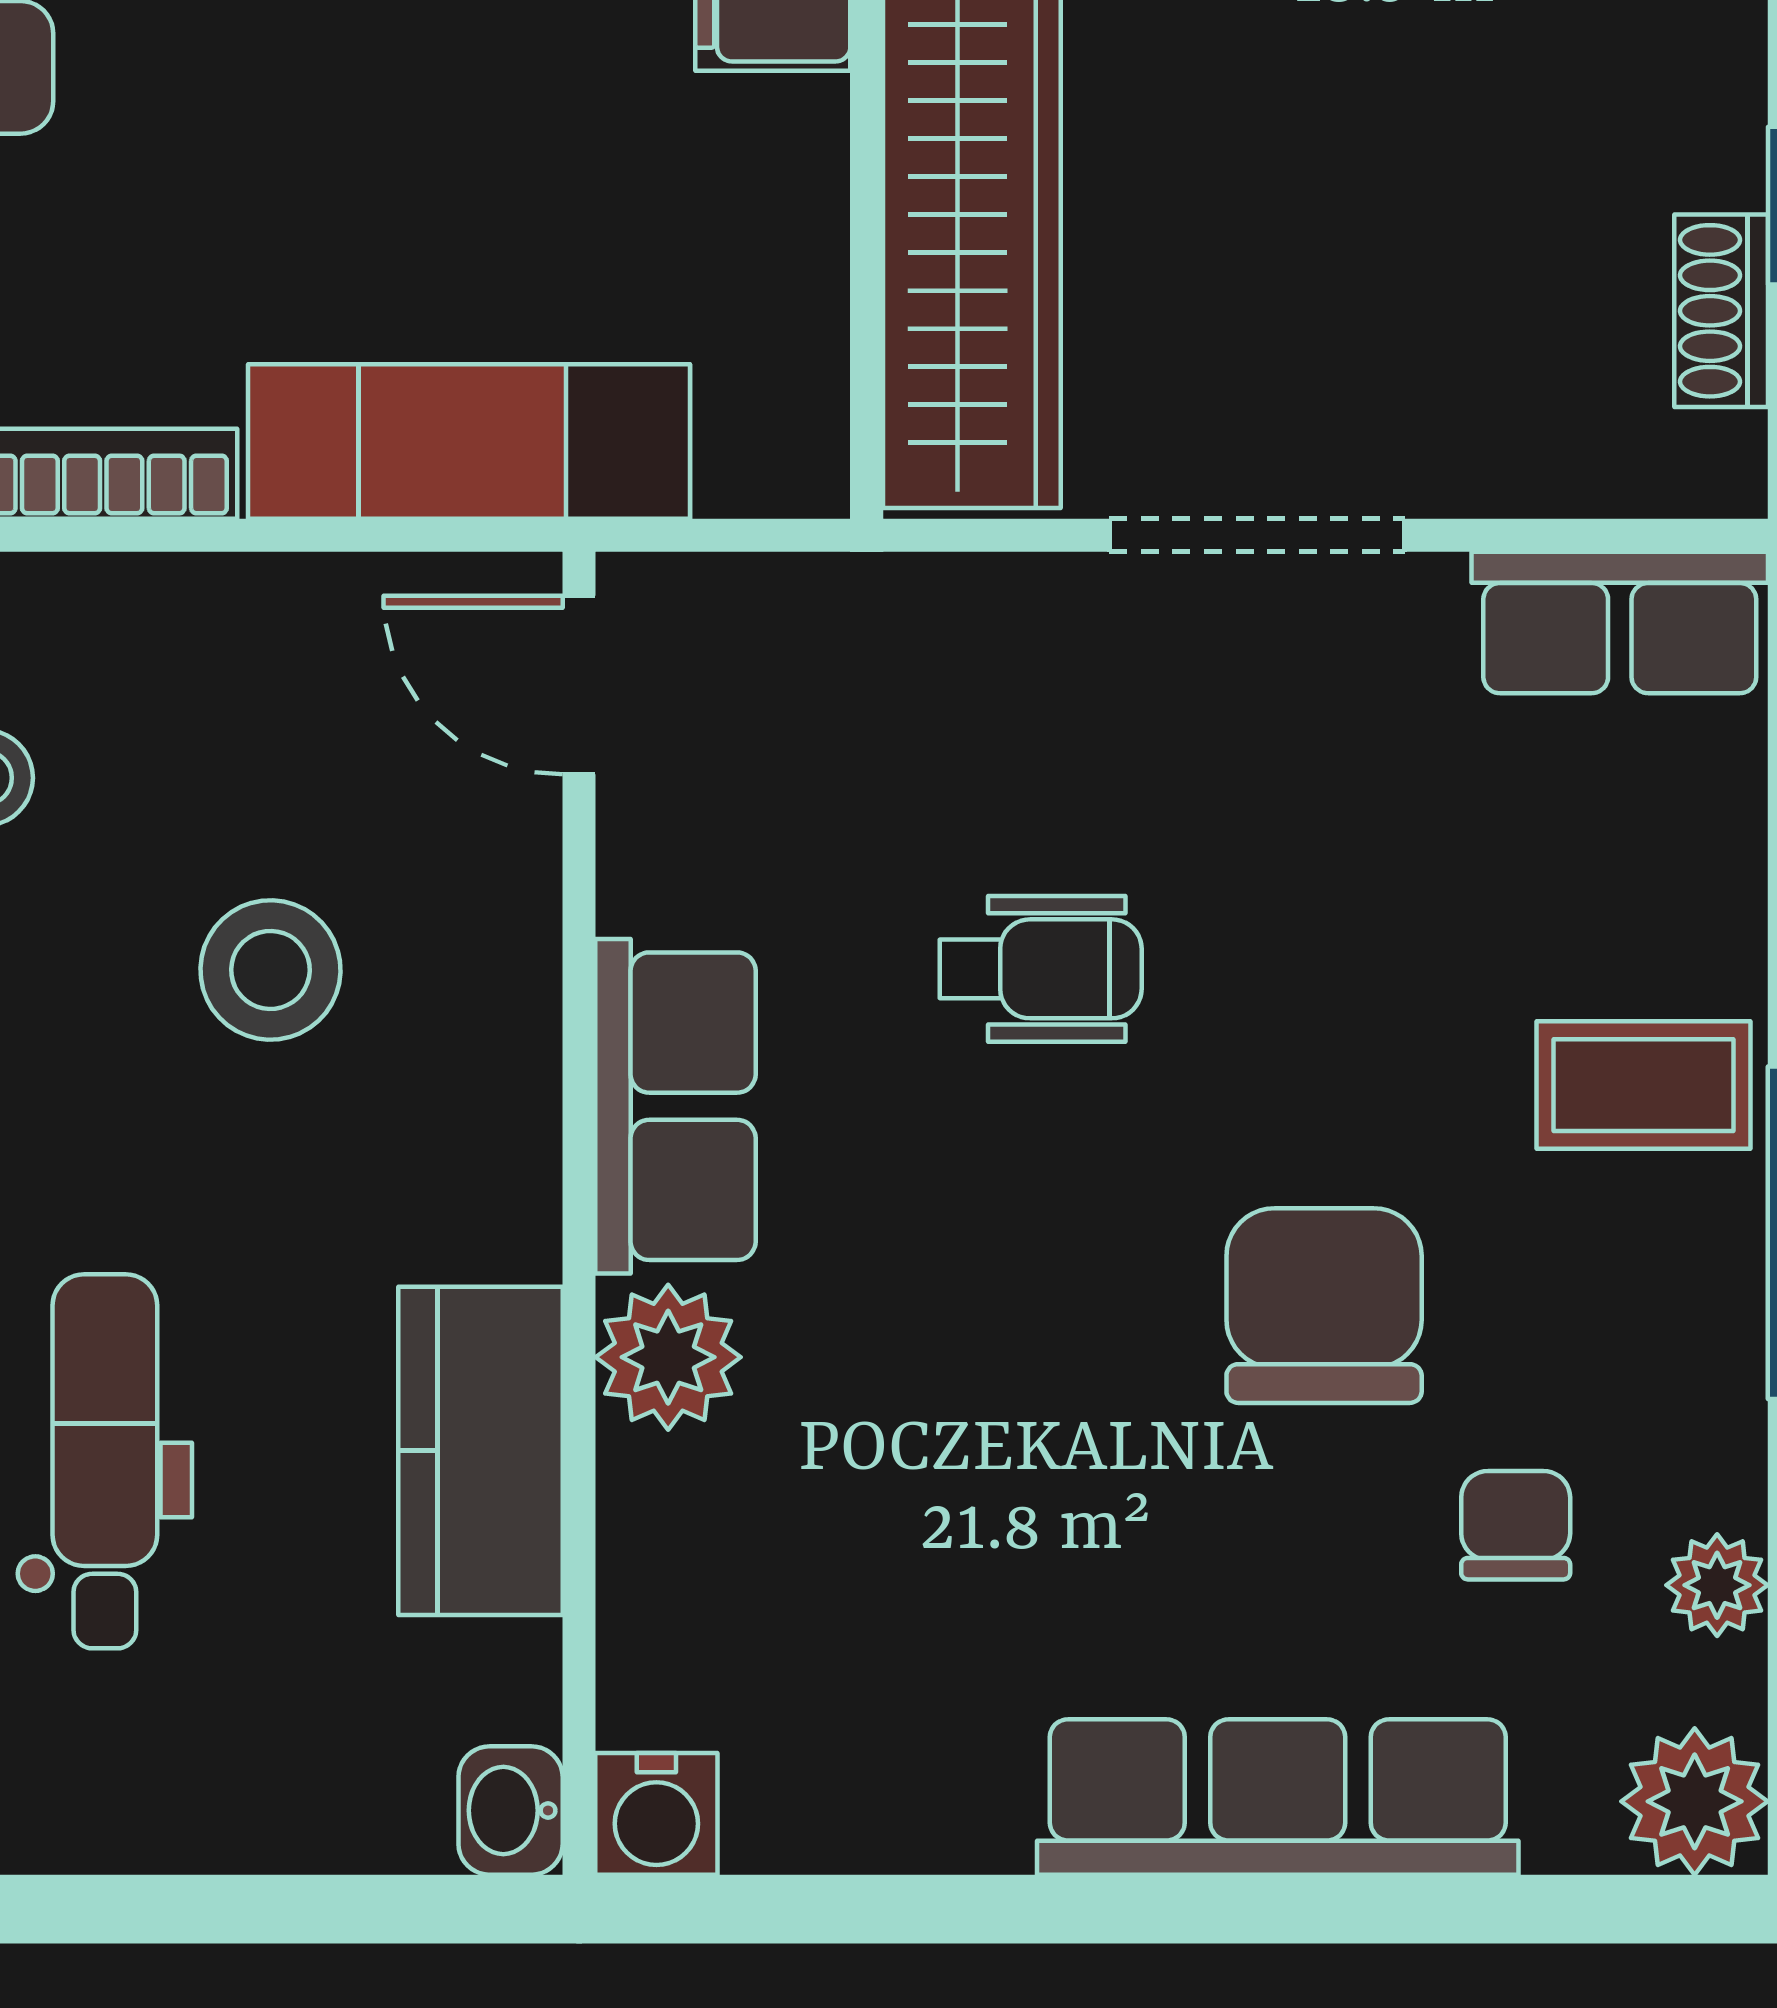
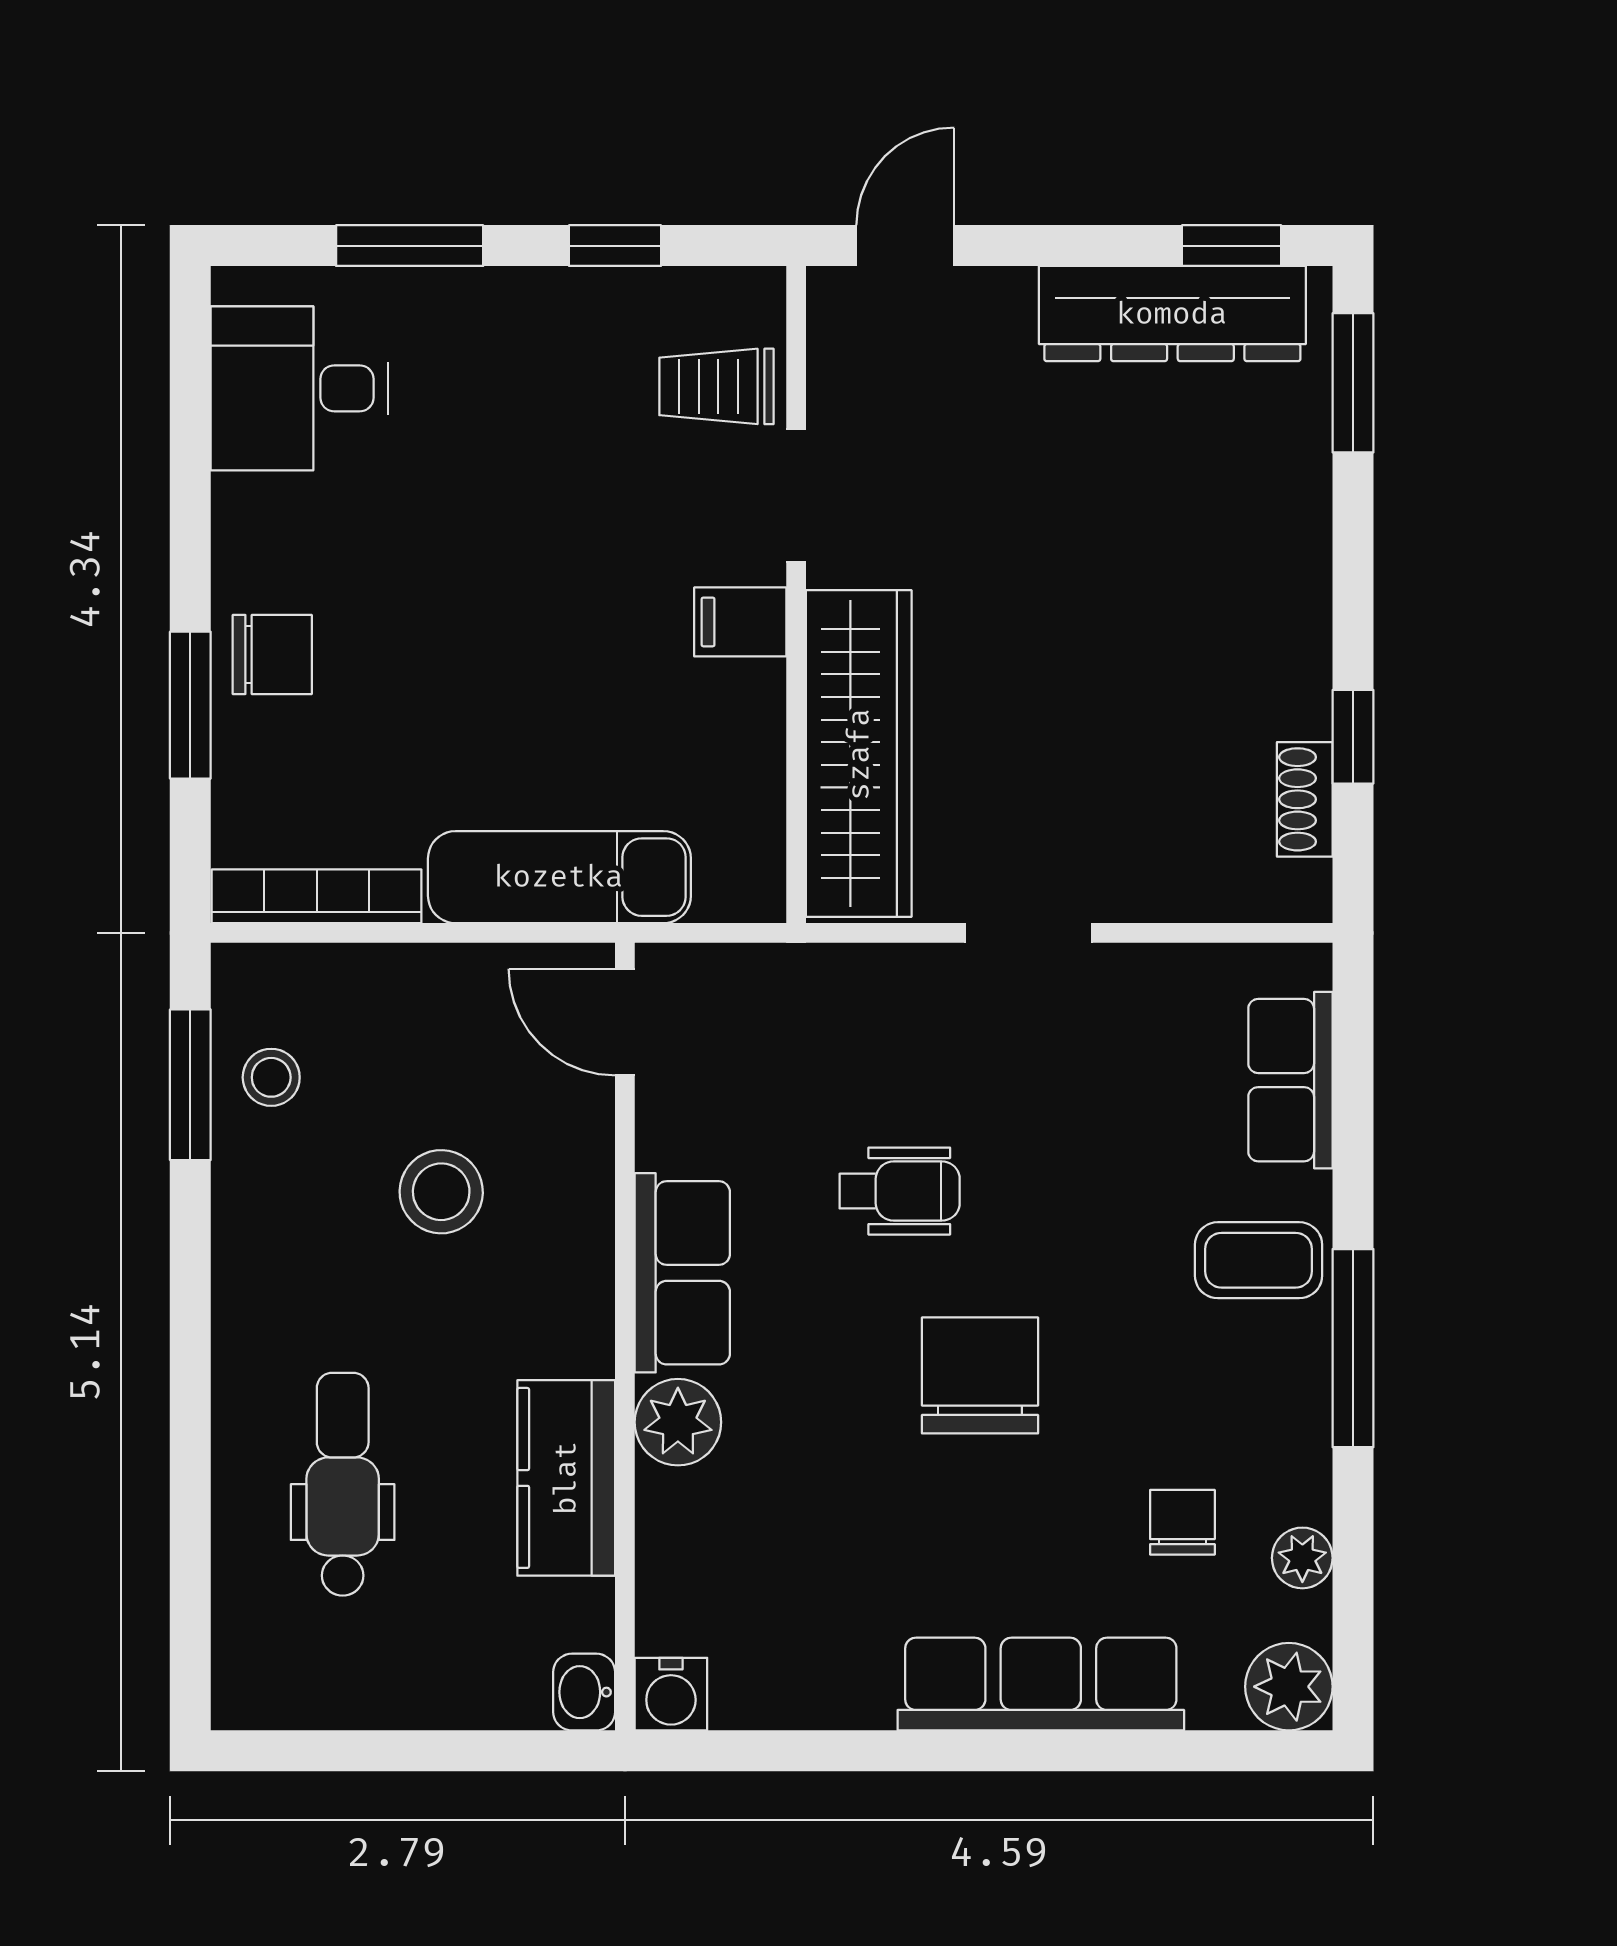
doorway: (1257, 535) -> (1028, 933), width x0.73
row of seats: (1620, 623) -> (1290, 1080), moved, turned 90
chair: (1324, 1306) -> (980, 1375), moved

